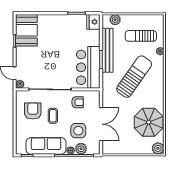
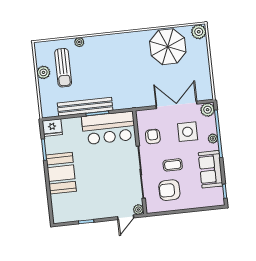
plant: (115, 20) -> (43, 72), moved
booth: (26, 30) -> (61, 173), moved, turned 90
sun lounger: (134, 77) -> (114, 70), removed
sofa: (46, 146) -> (211, 169), width x0.73
plant: (81, 149) -> (208, 110), moved

